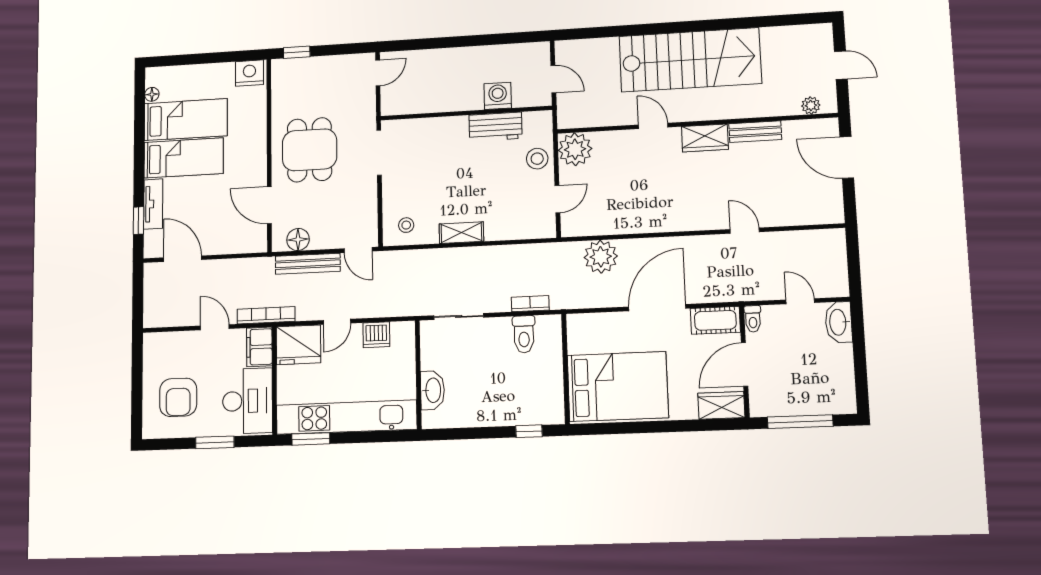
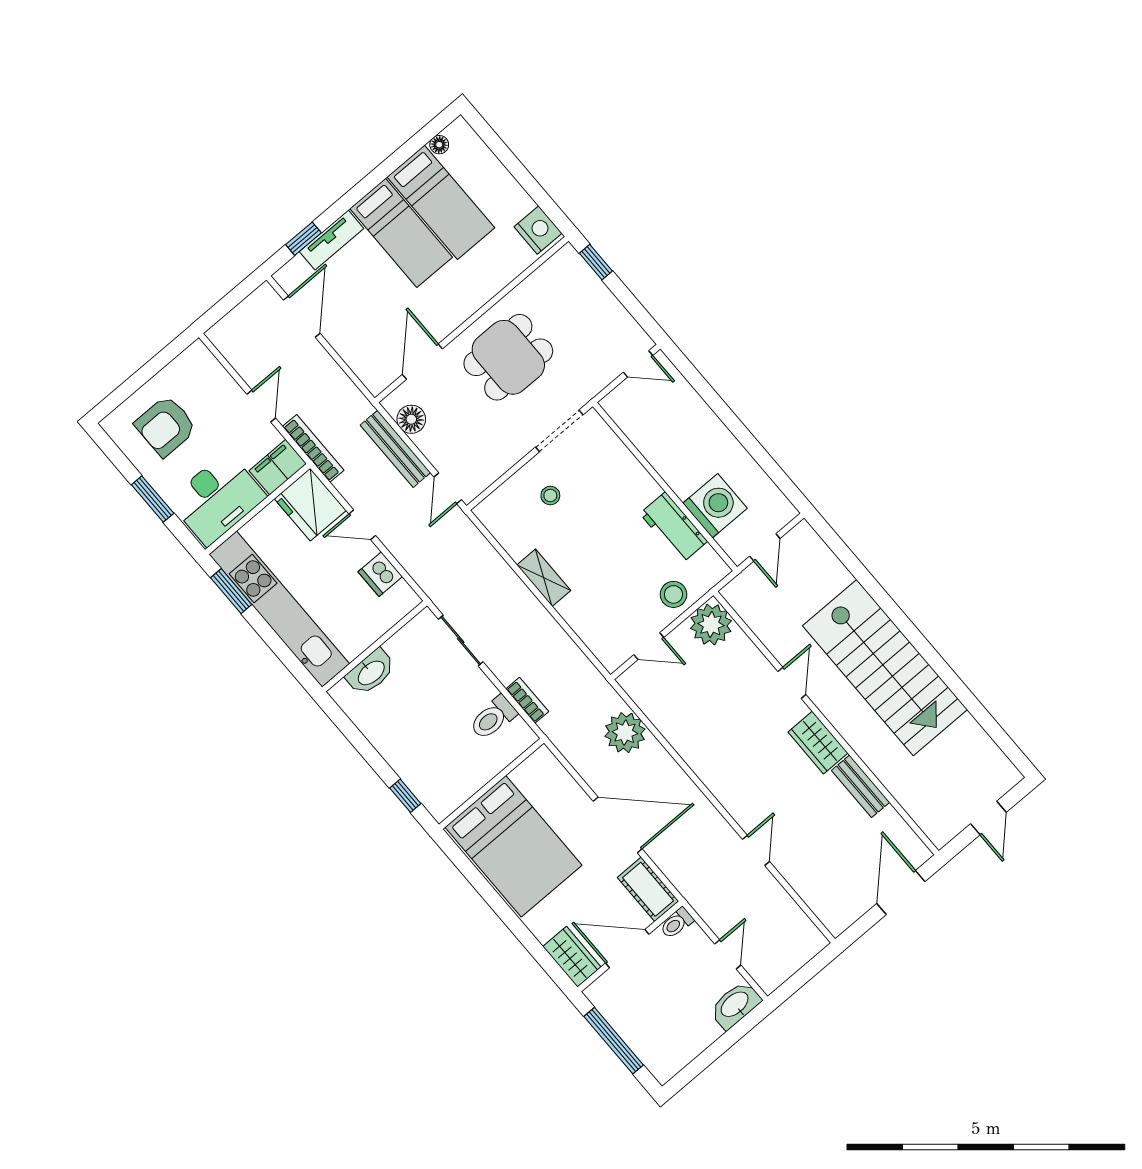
washing machine: (498, 96) -> (715, 506), width x1.37, depth x1.37
plant: (811, 105) -> (927, 820), removed
stool: (406, 225) -> (550, 496), moved

